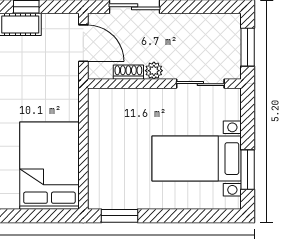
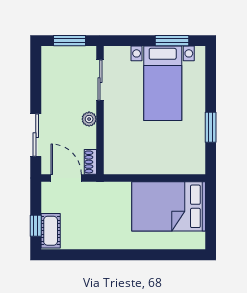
door: (83, 43) -> (66, 178), hinge flipped
shoe rack: (128, 72) -> (90, 162), moved
window: (120, 216) -> (211, 127), moved

